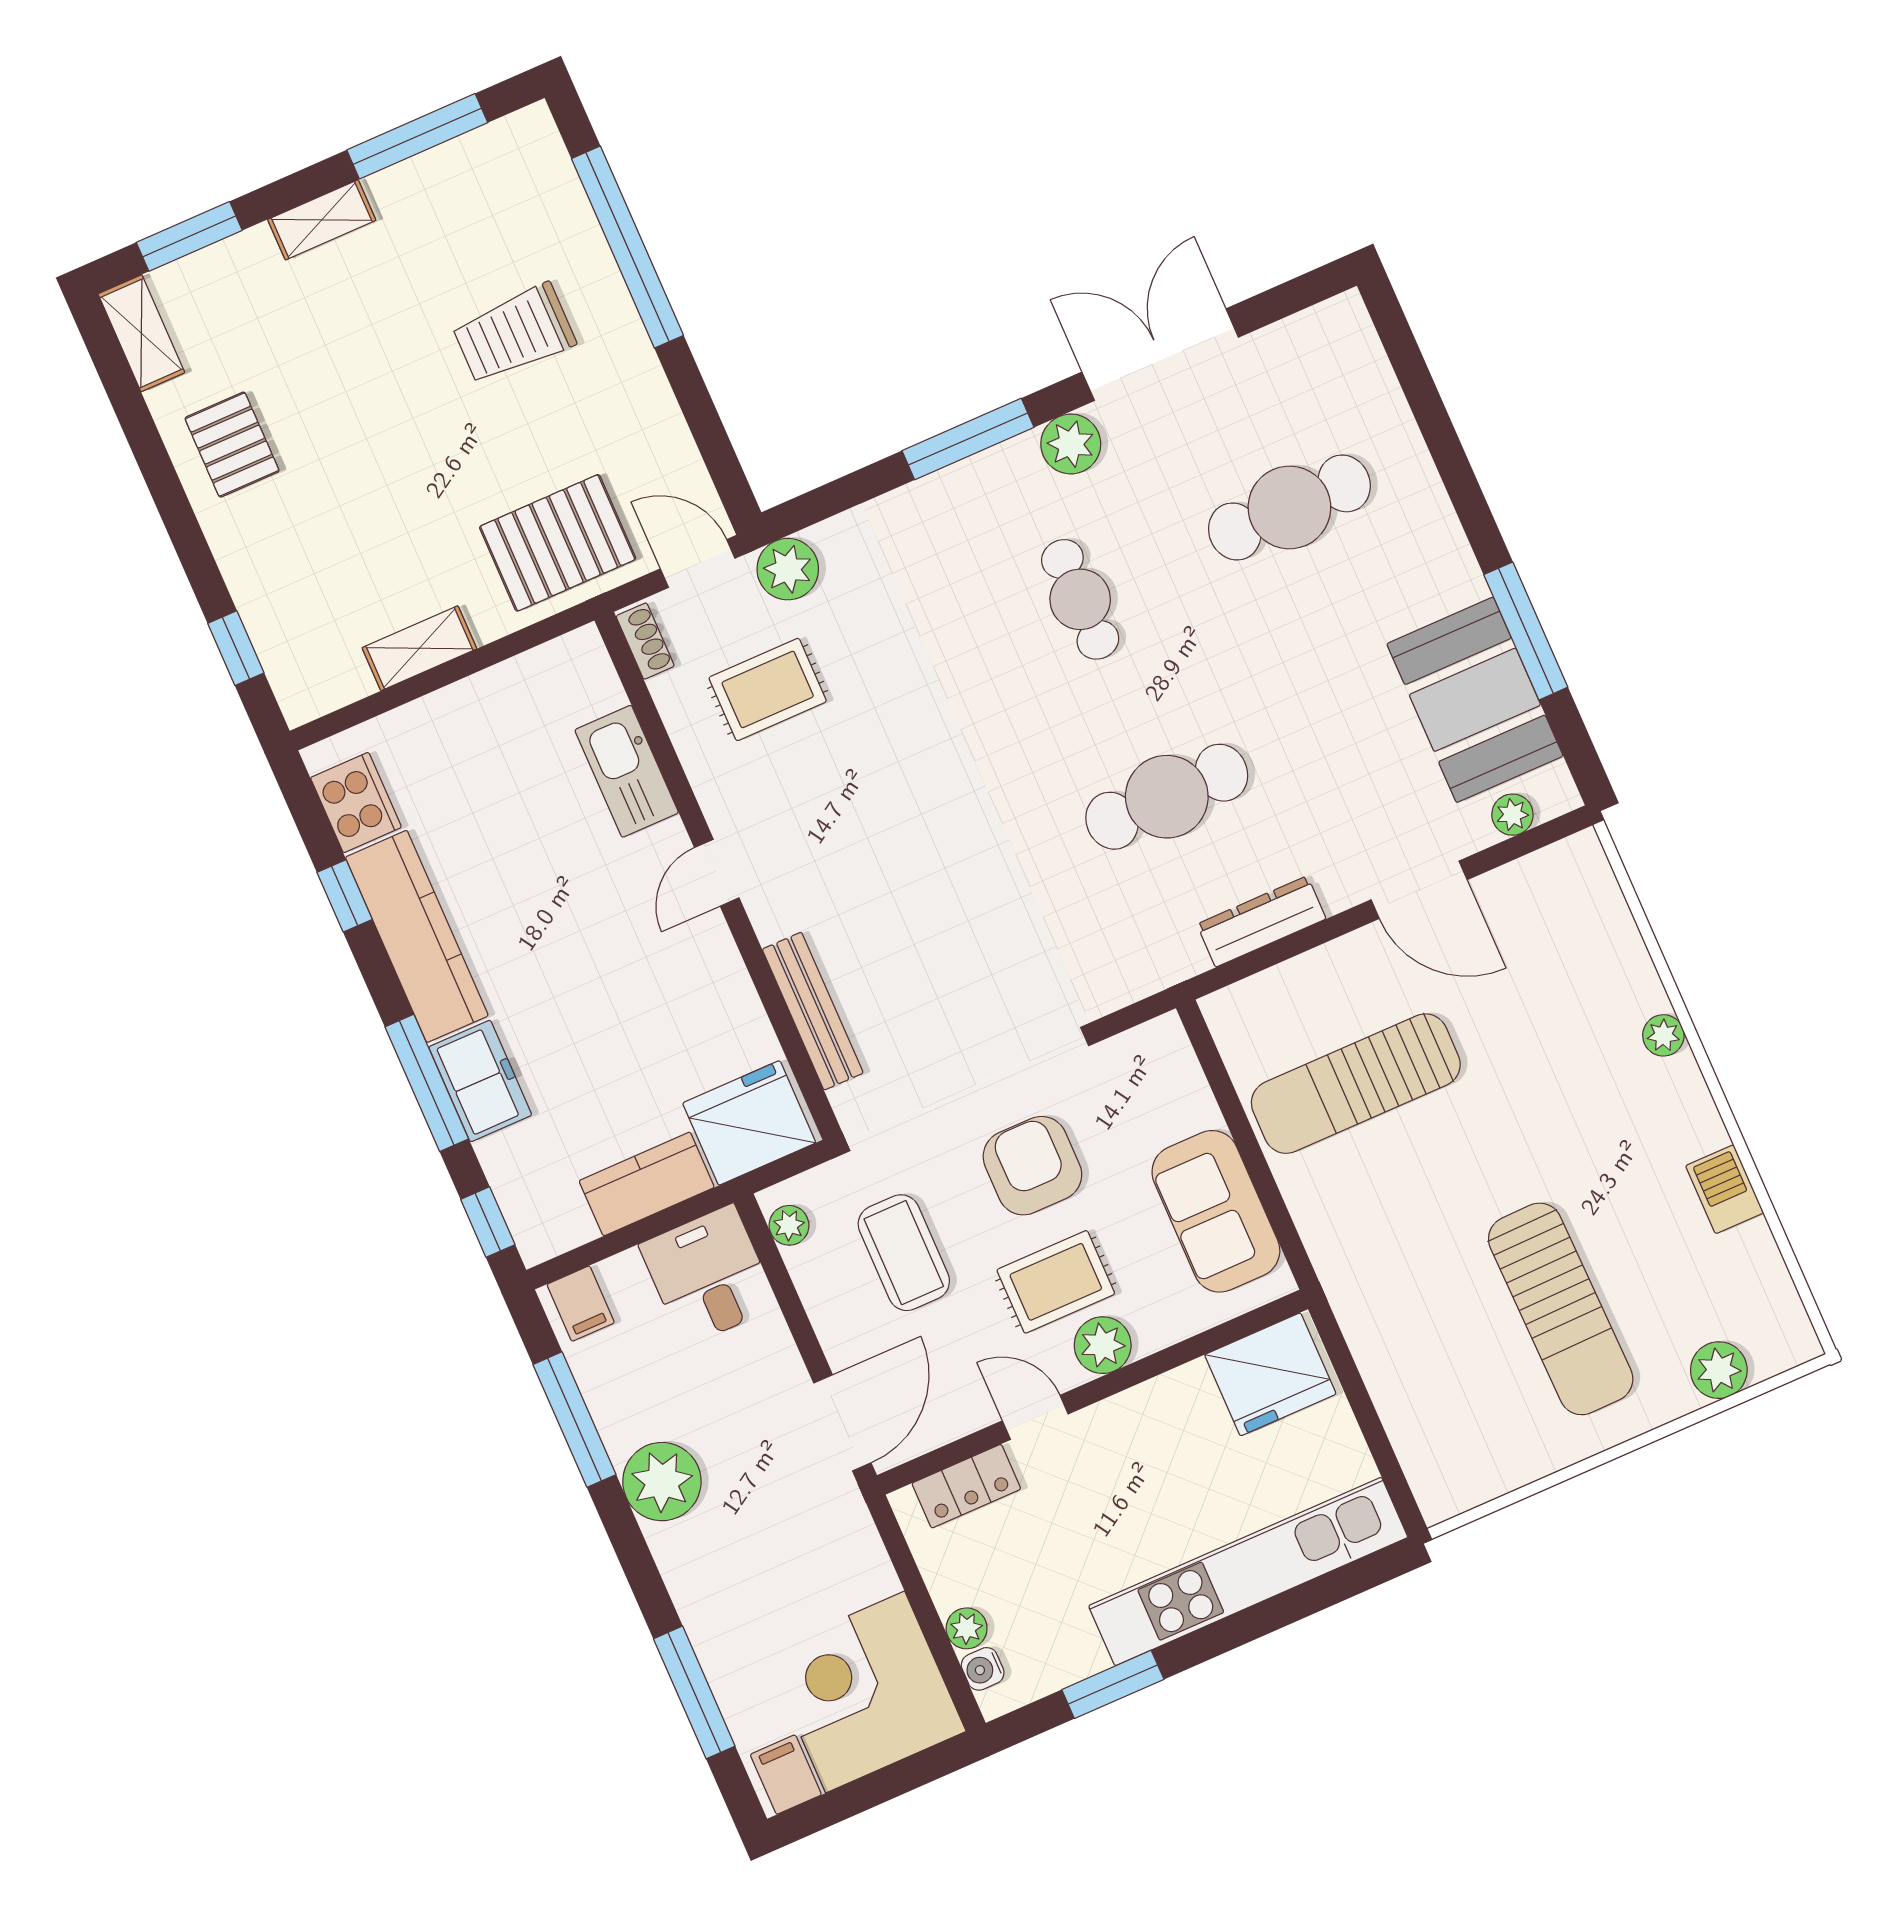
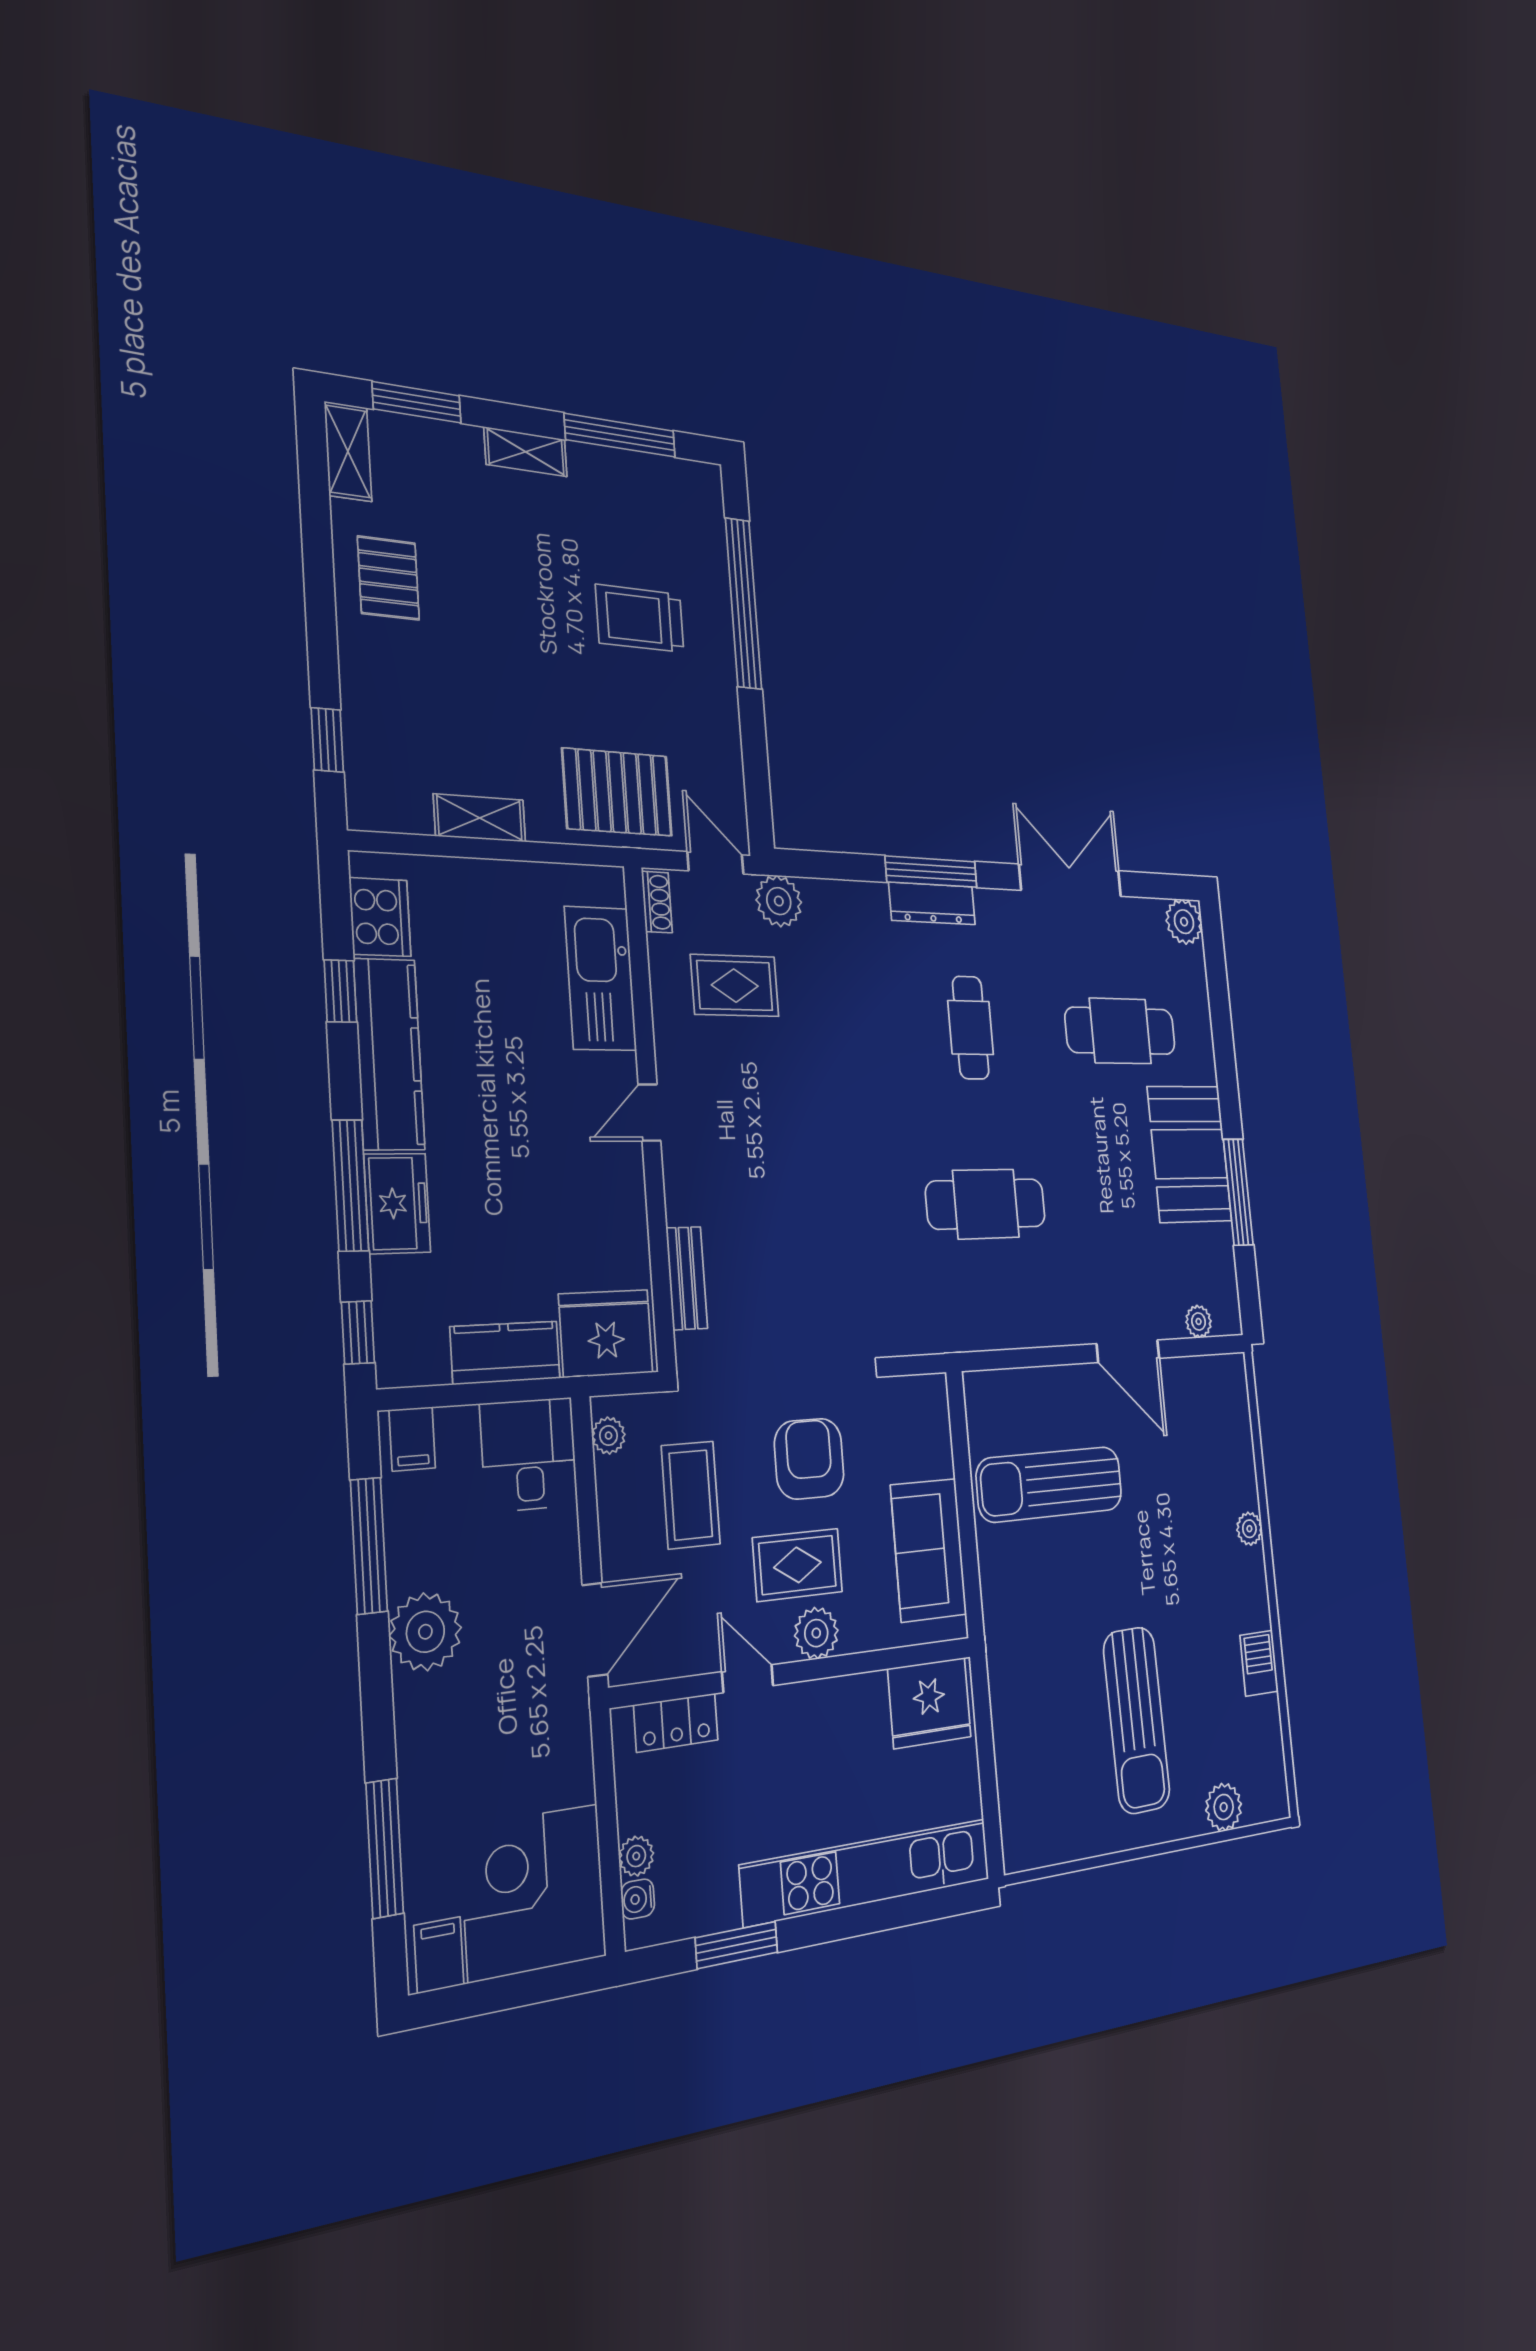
plant: (1071, 444) -> (1184, 922), moved
booth: (1475, 700) -> (1190, 1154), moved
kitchen sink: (627, 771) -> (601, 978), width x1.36, depth x1.24
dresser: (1261, 921) -> (932, 903), moved, turned 180
bench: (813, 1011) -> (687, 1278), width x0.73

